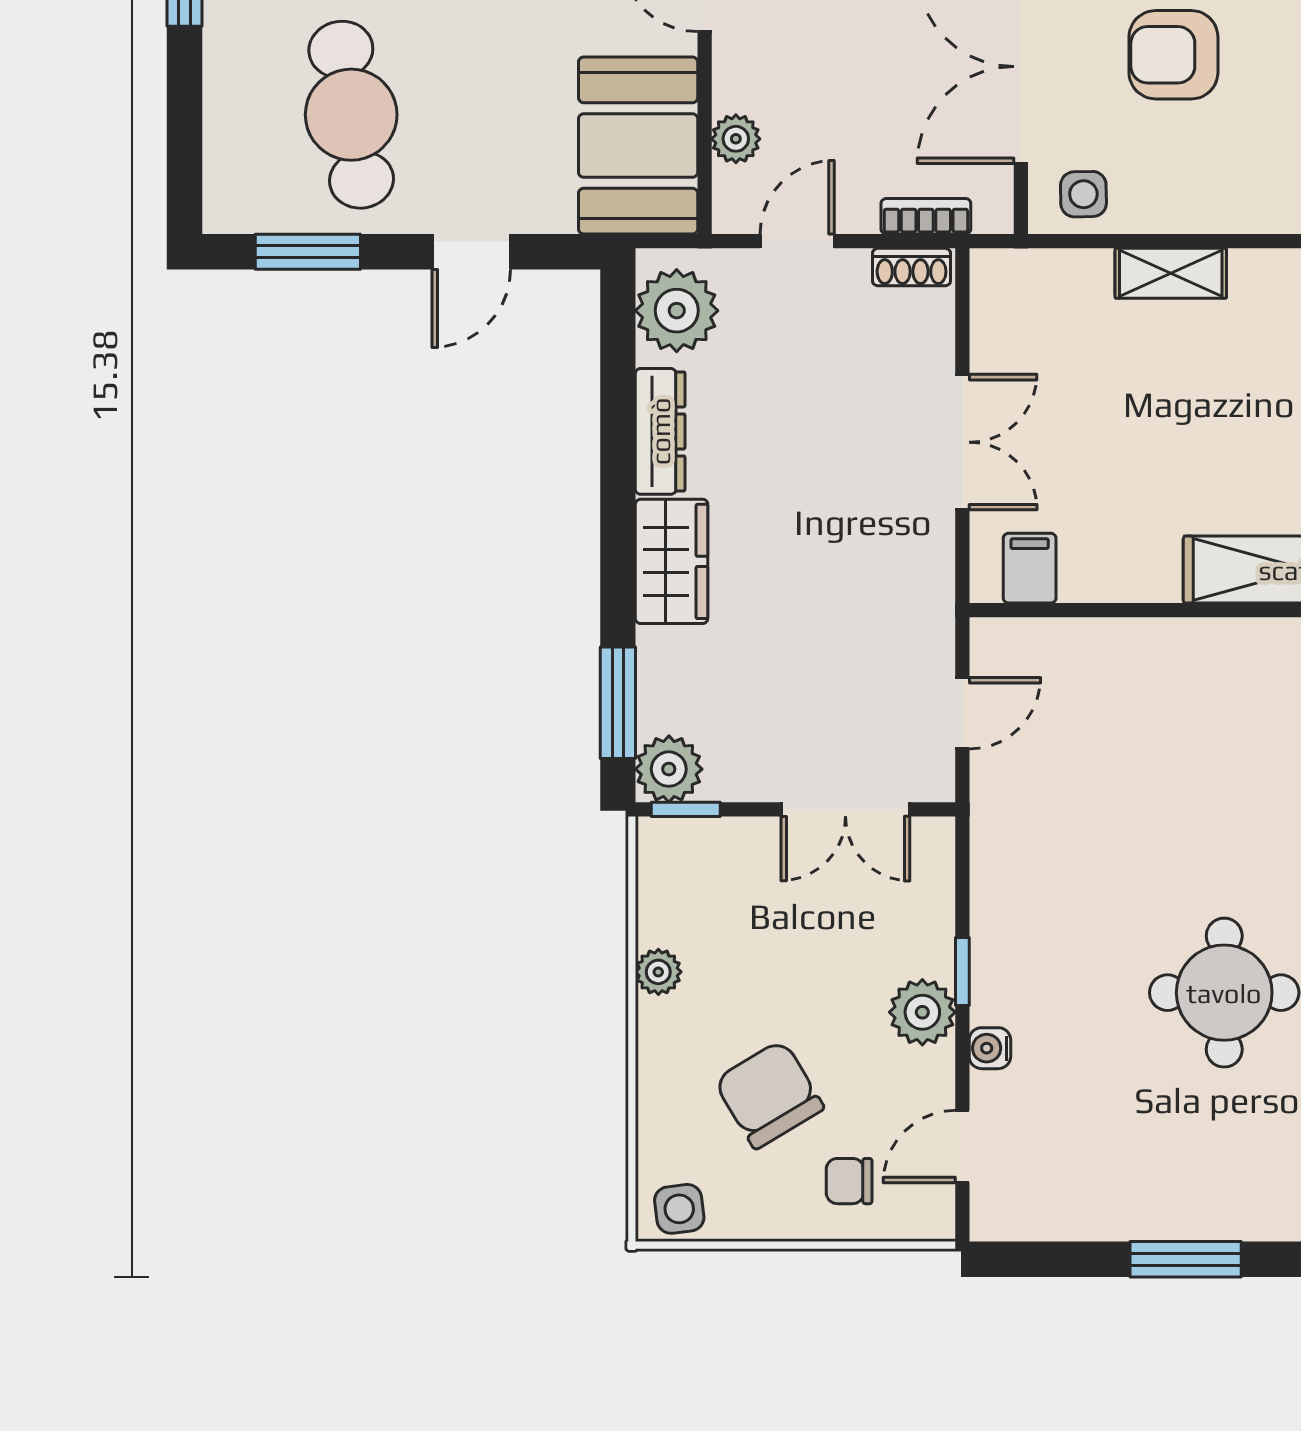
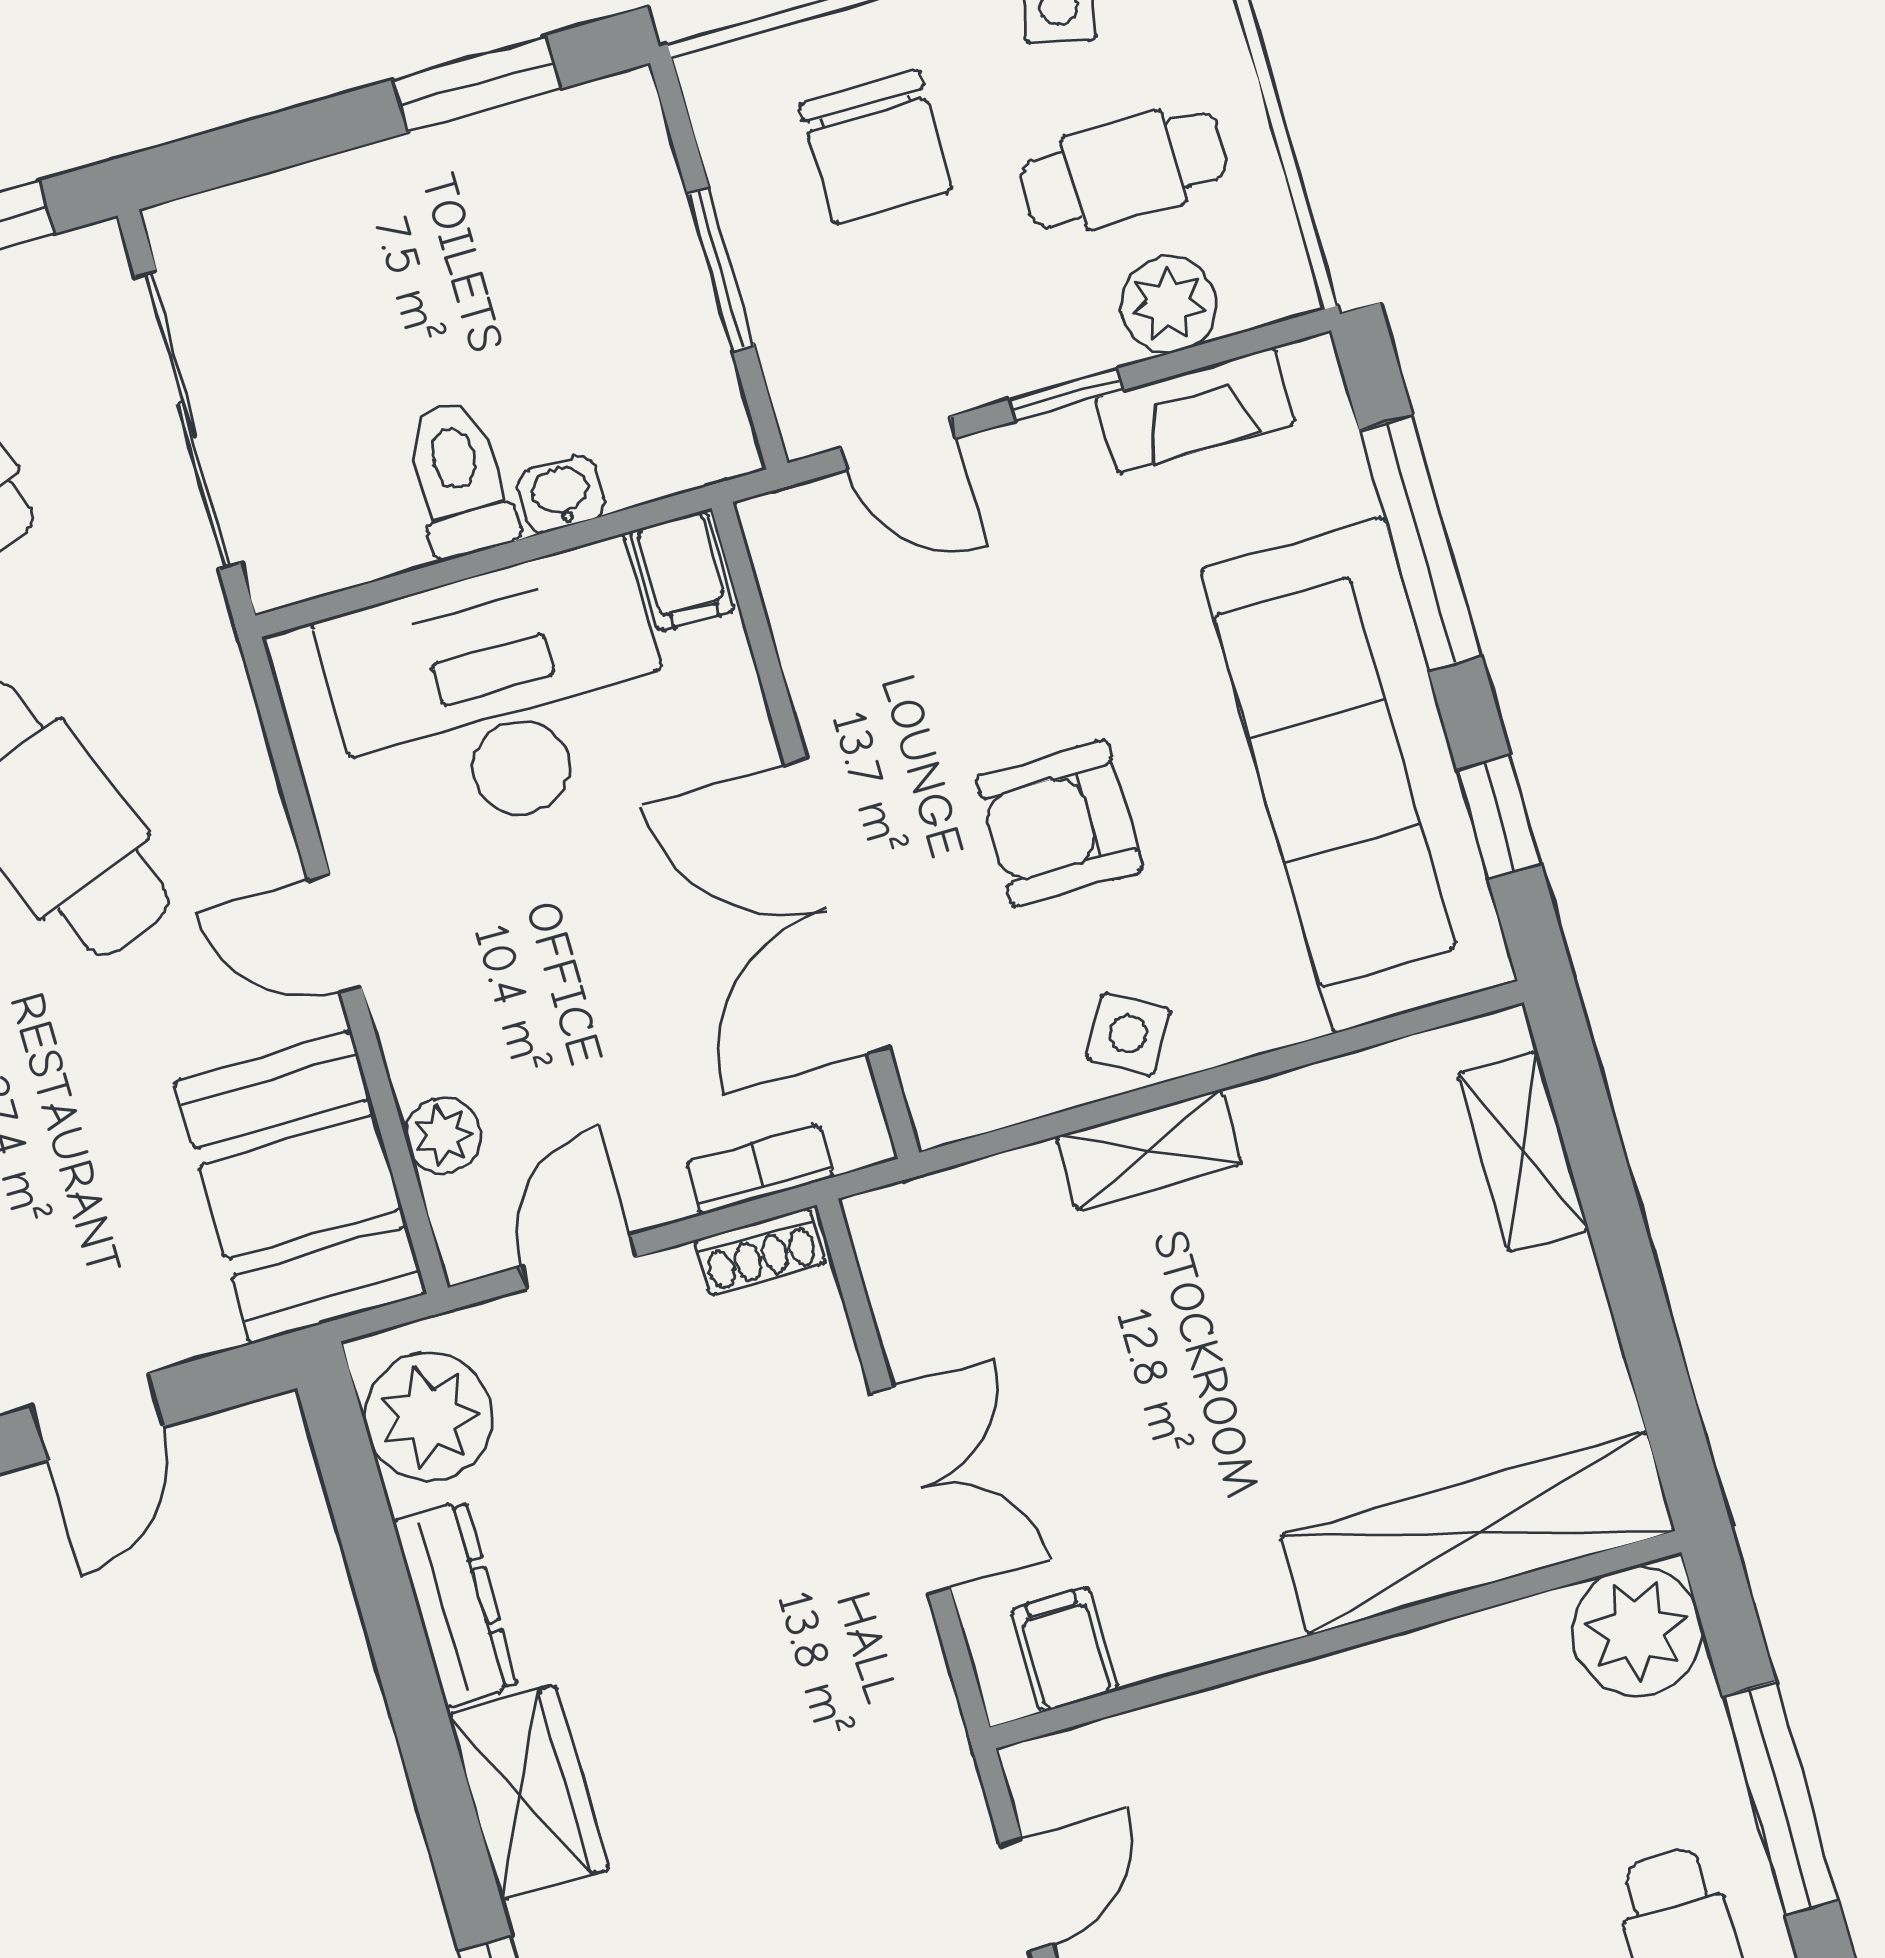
side table: (1083, 194) -> (1128, 1034), moved, turned 31

